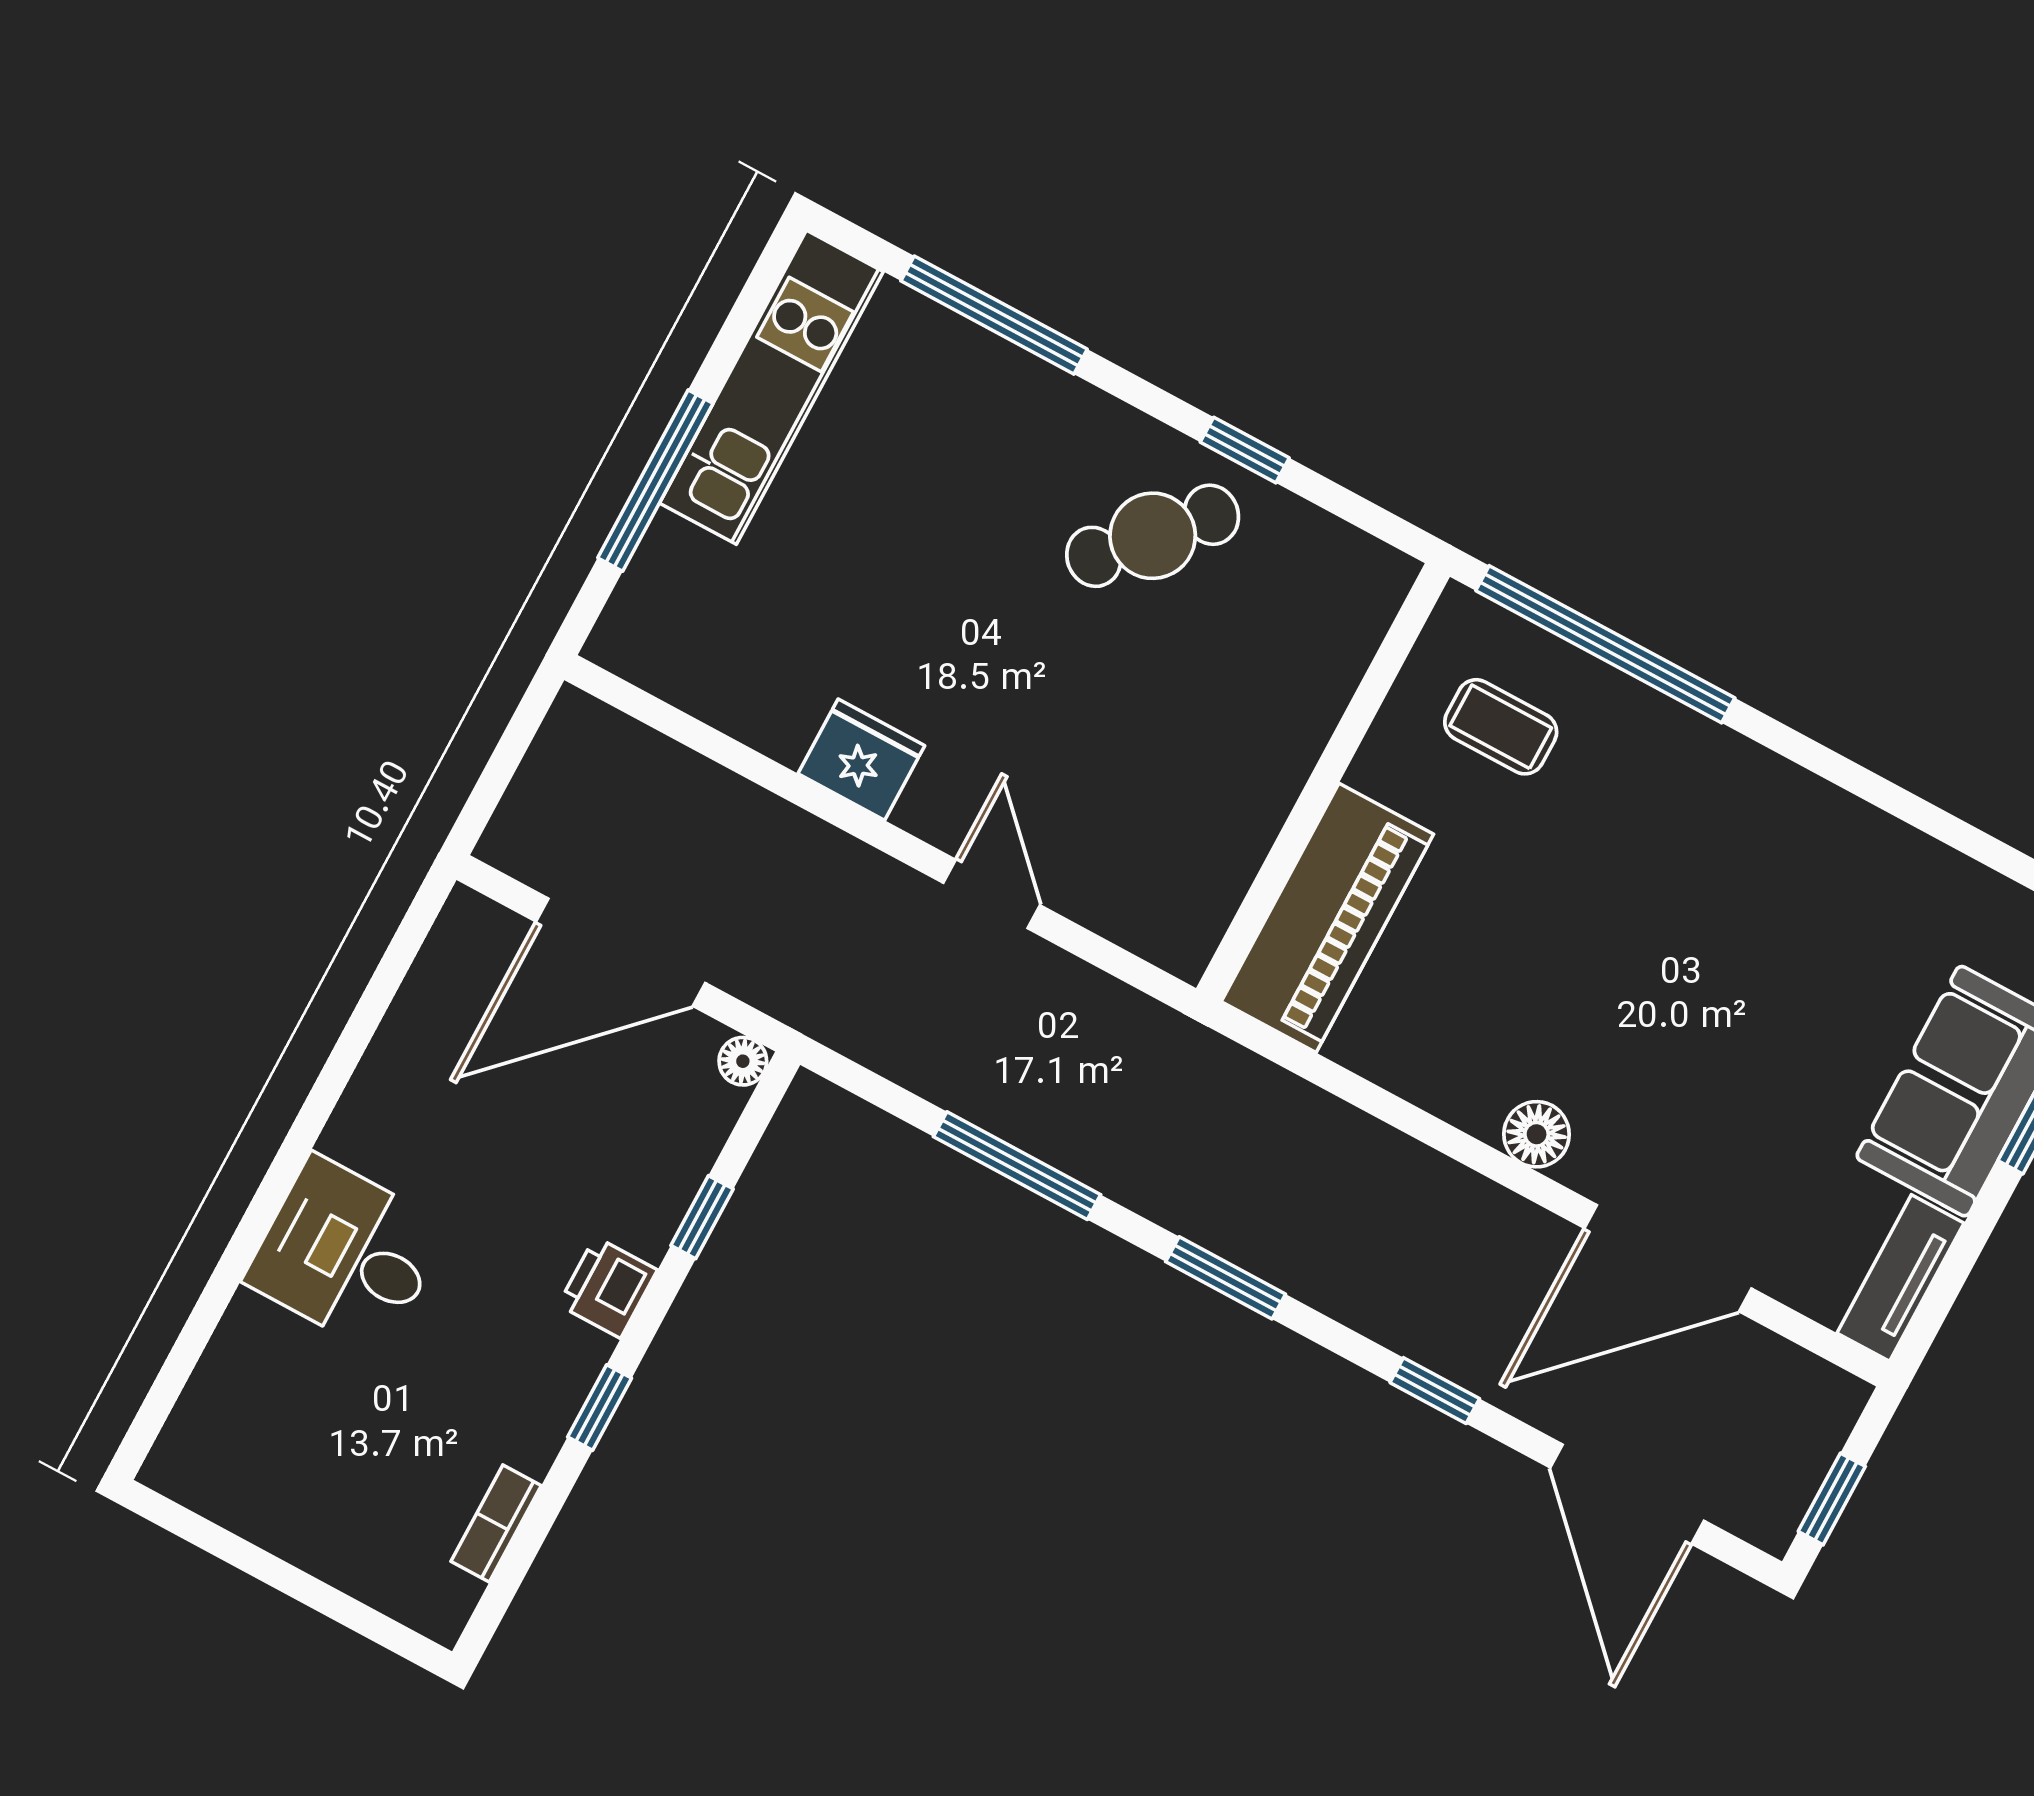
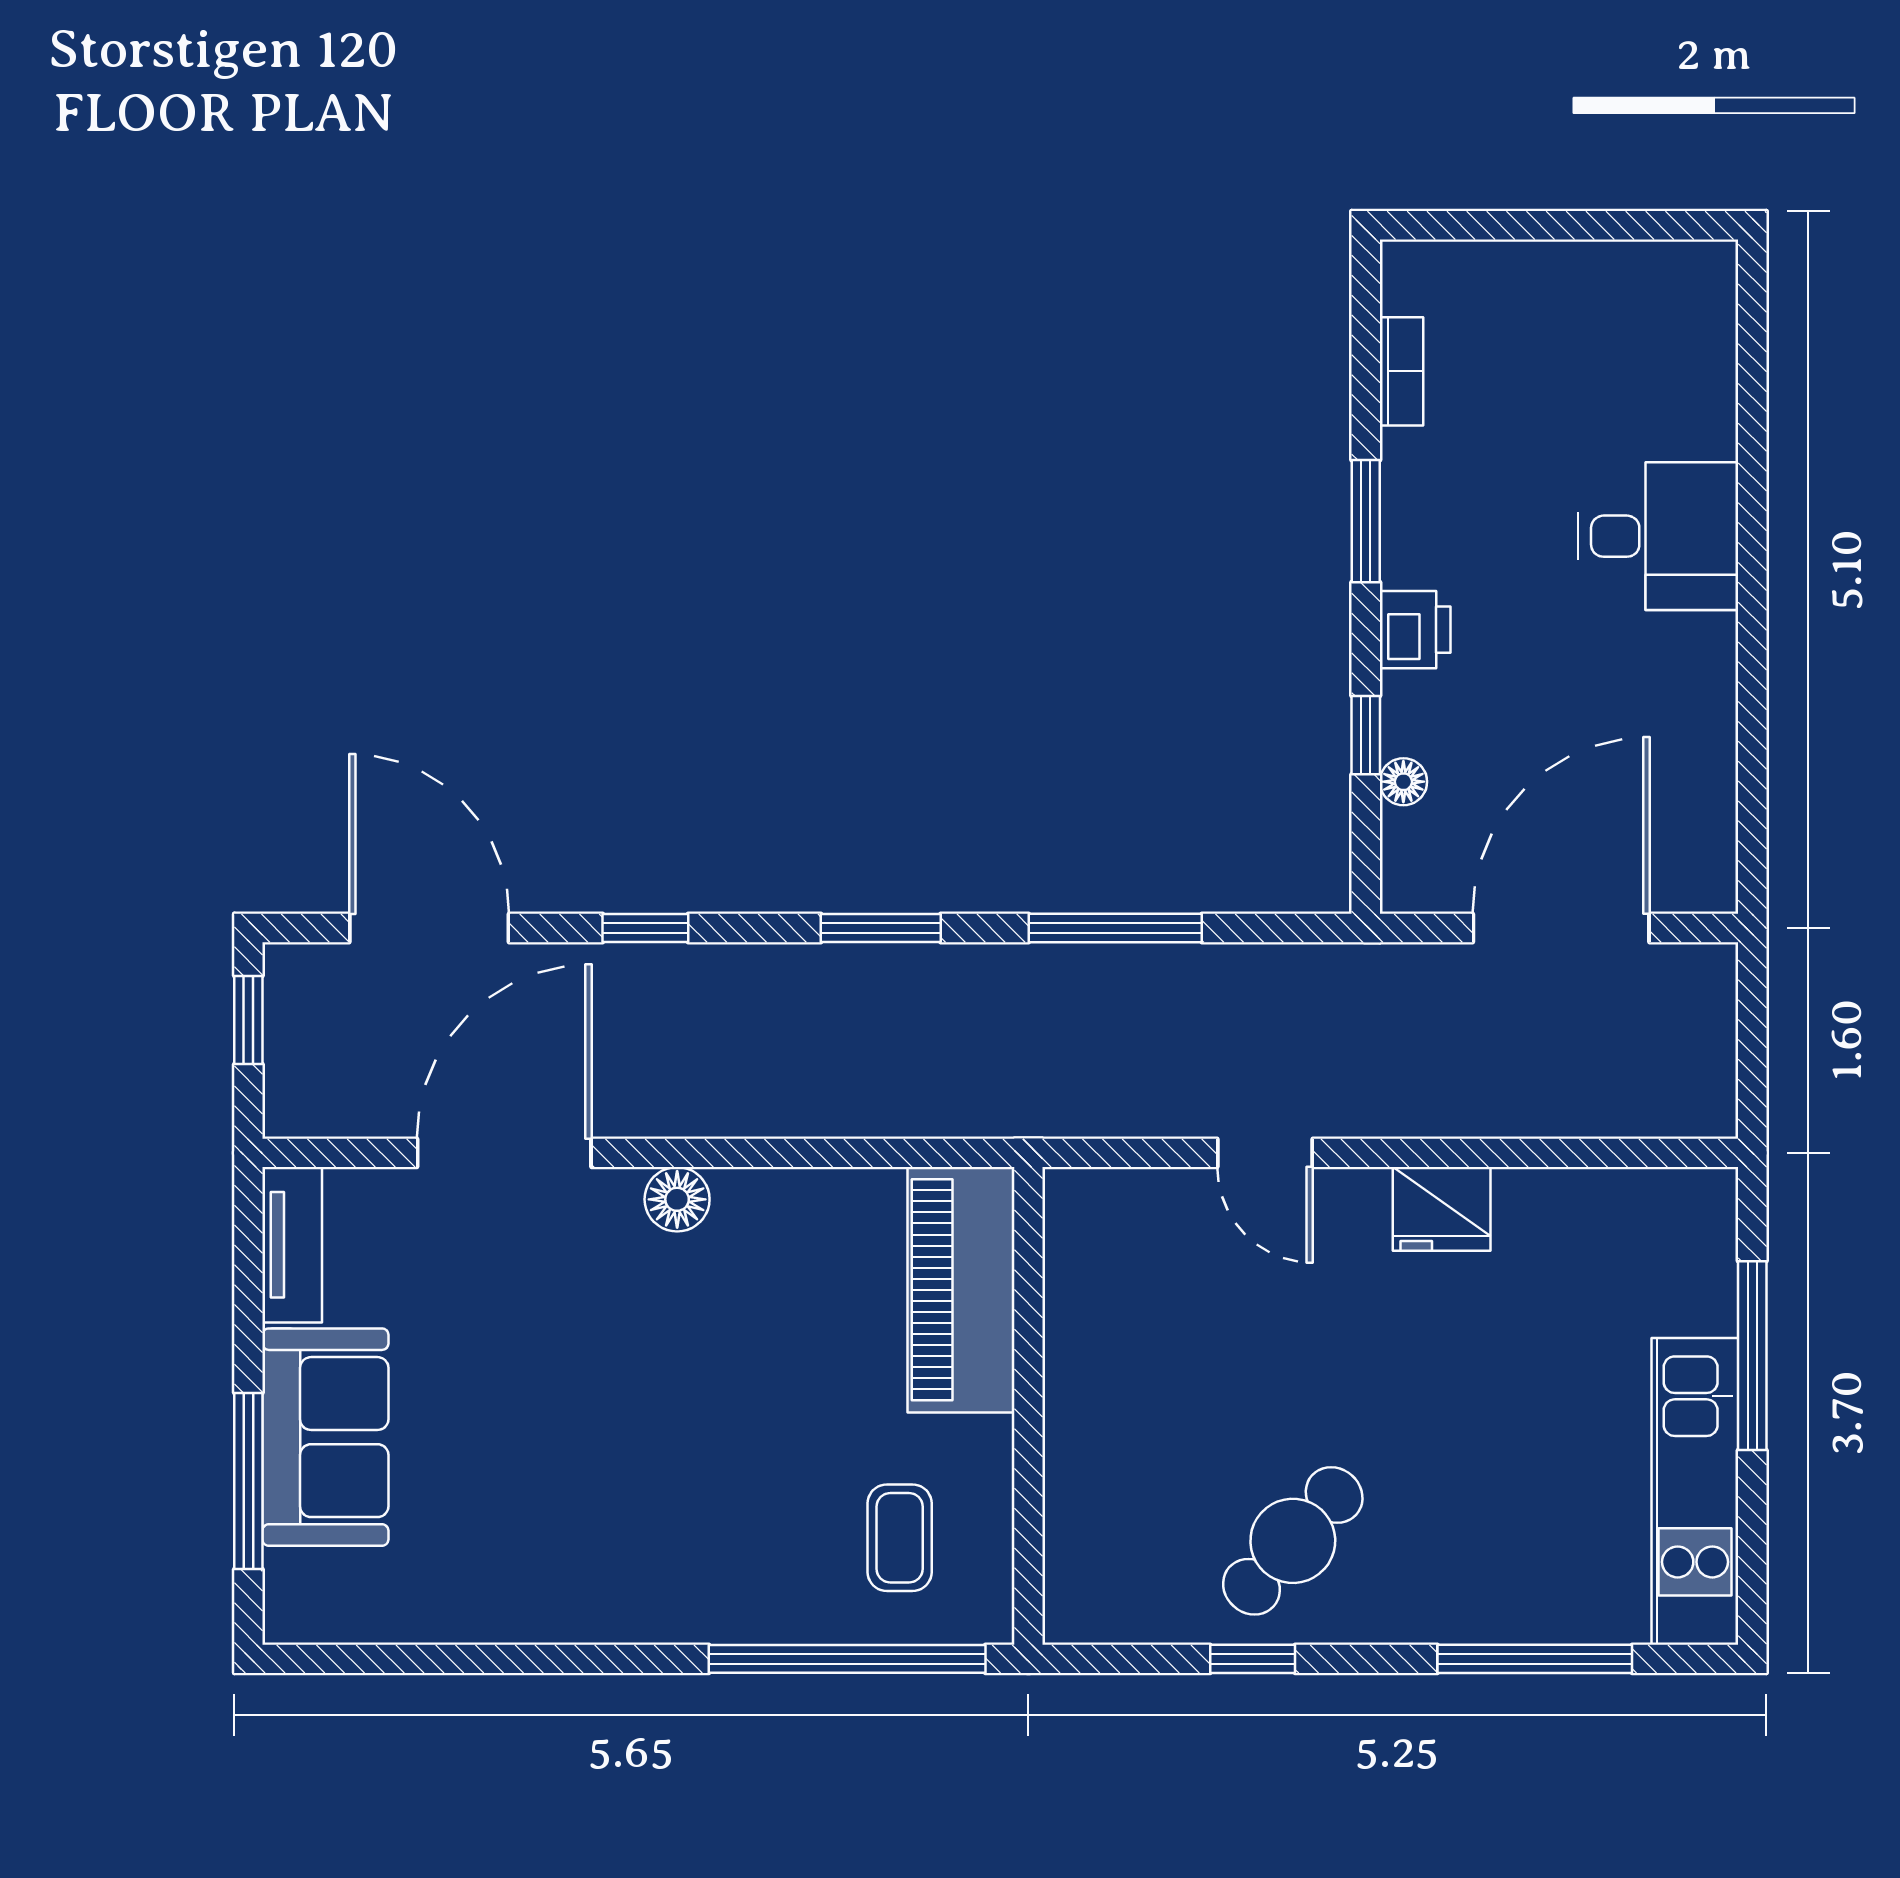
coffee table: (1501, 727) -> (900, 1538), turned 90
floor lamp: (743, 1061) -> (1403, 782), moved
window: (600, 1408) -> (1366, 521), width x1.50

